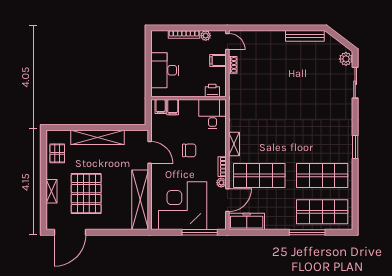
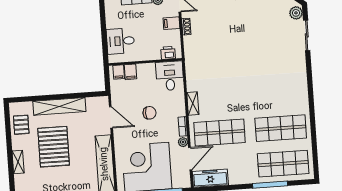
desk: (165, 70) -> (120, 41), width x0.73
window: (355, 147) -> (311, 98), removed
pallet: (86, 194) -> (54, 147), moved

